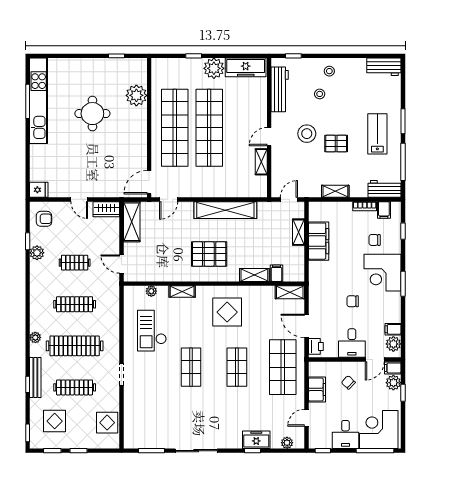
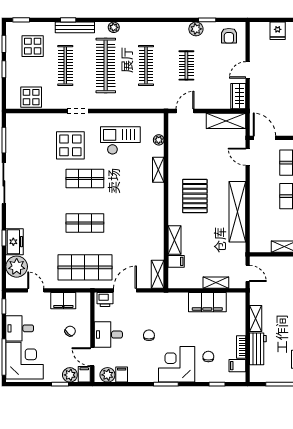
workbench: (384, 189) -> (258, 349), moved
fridge: (39, 190) -> (278, 31), moved
display table: (227, 312) -> (70, 145), moved
plant: (287, 443) -> (17, 267), width x1.88, depth x1.88

